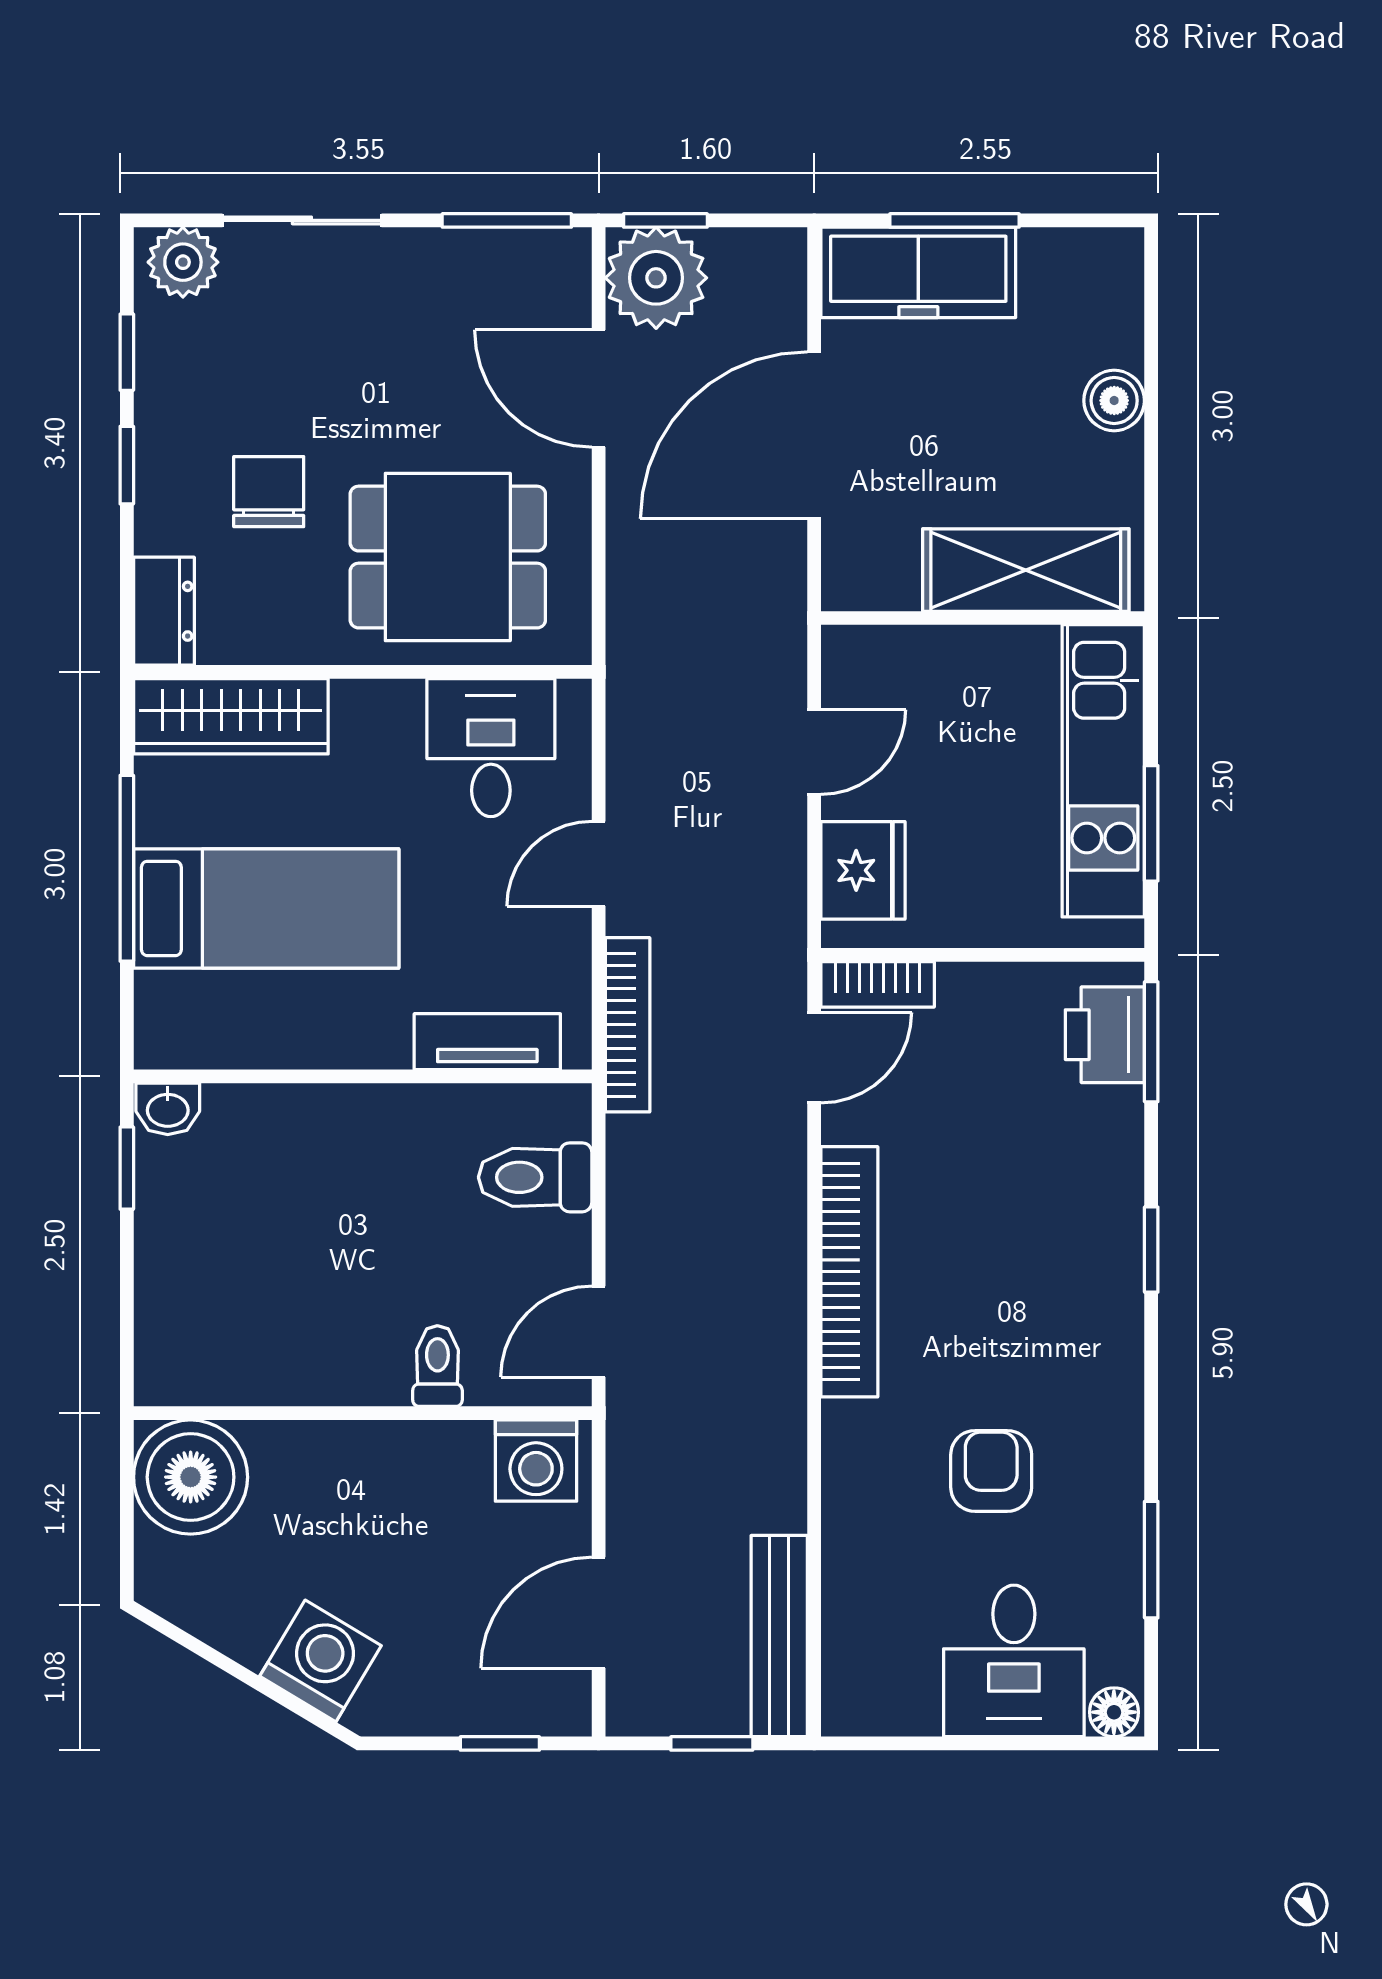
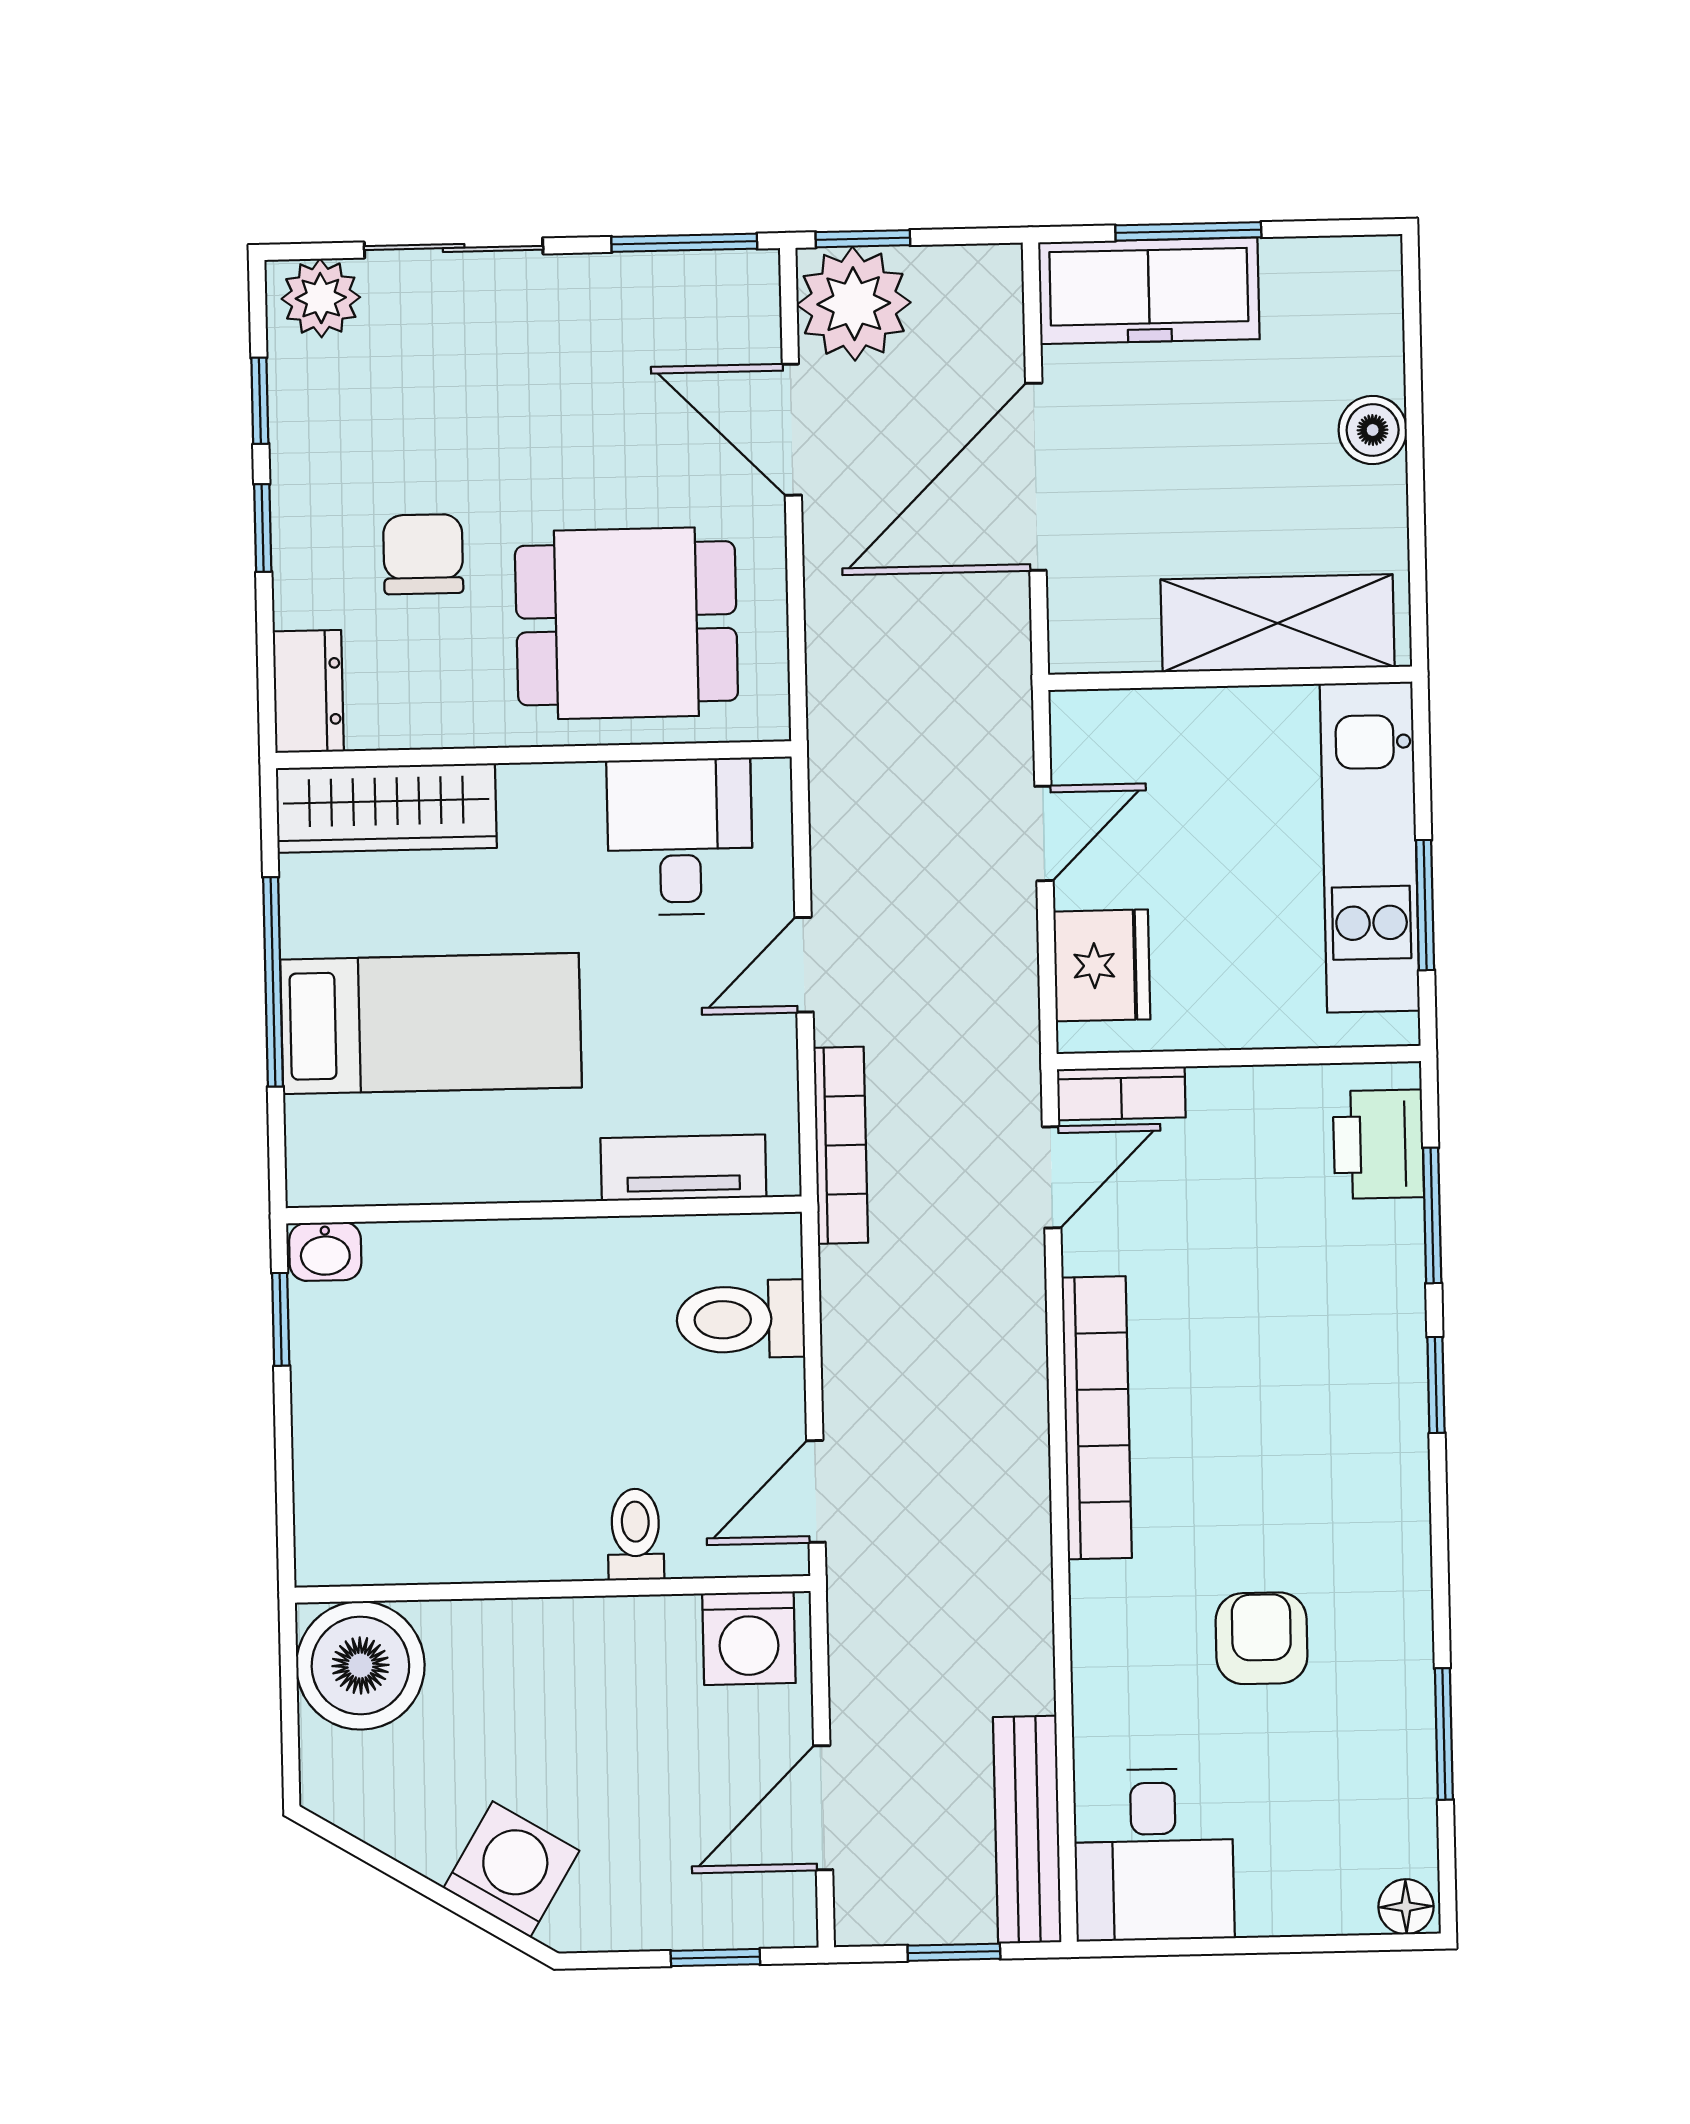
window: (1151, 1042) -> (1432, 1215), moved
desk: (1014, 1661) -> (1154, 1855), moved

